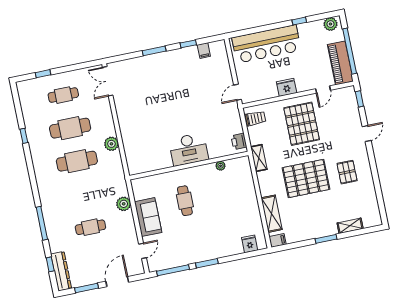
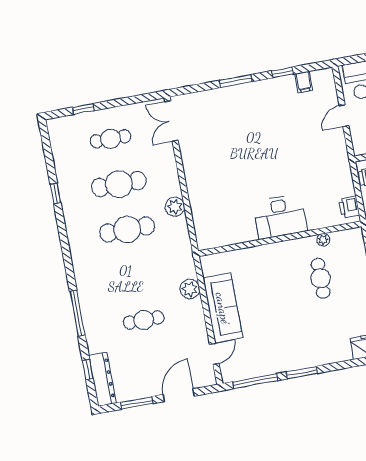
door: (238, 92) -> (344, 116), moved
cafe table: (185, 201) -> (321, 278), moved
sofa: (148, 217) -> (223, 308), width x1.36

